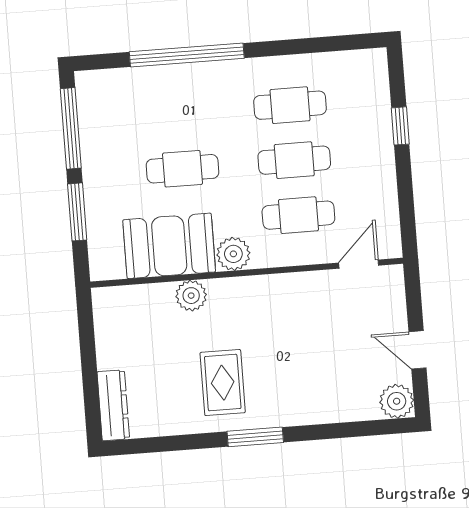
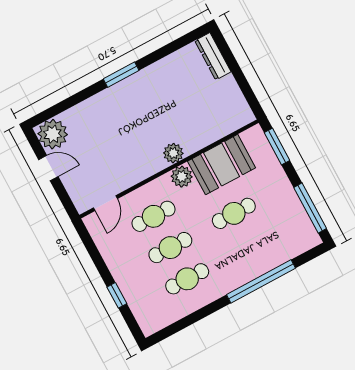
window: (77, 212) -> (277, 147), moved
plant: (191, 296) -> (173, 153), moved
rug: (223, 383) -> (154, 98), removed
plant: (397, 401) -> (53, 134), width x1.36, depth x1.36

